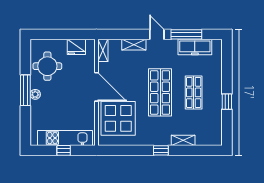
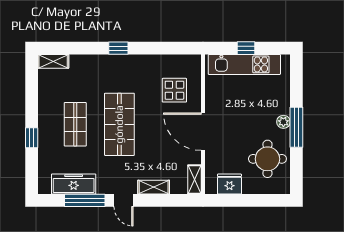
window: (227, 102) -> (32, 138), moved
display table: (118, 118) -> (174, 90), width x0.54, depth x0.54
shelving: (183, 140) -> (53, 61), moved

